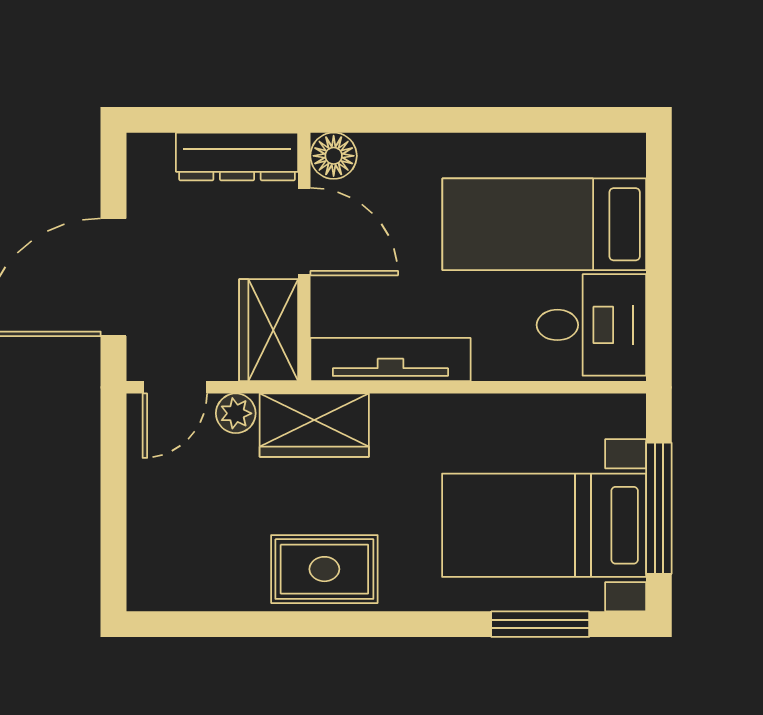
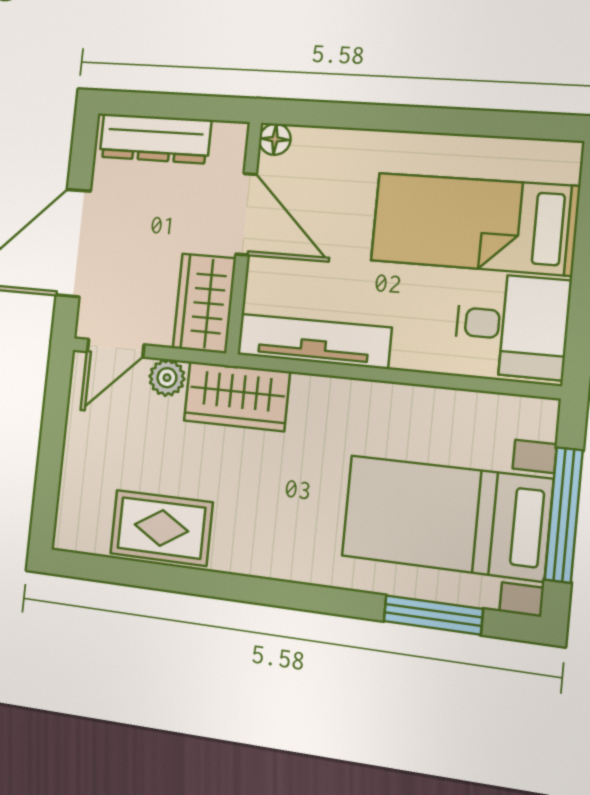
floor lamp: (334, 156) -> (275, 139), width x0.73, depth x0.73
dresser: (237, 157) -> (155, 139), moved
rug: (324, 569) -> (161, 528), moved

